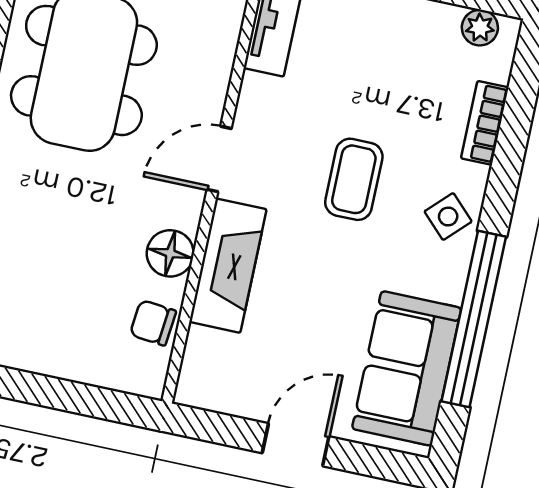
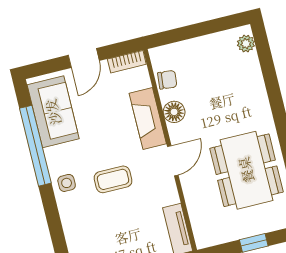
bookcase: (485, 123) -> (127, 62), moved, turned 90
coffee table: (354, 179) -> (113, 179), turned 90
side table: (448, 216) -> (67, 183), turned 45

